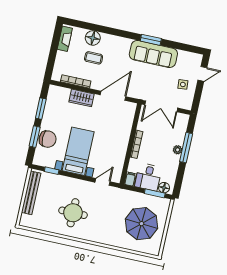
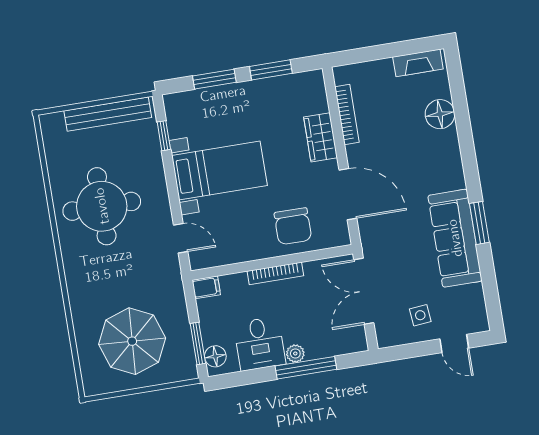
coffee table: (94, 58) -> (404, 130), removed
chair: (48, 139) -> (293, 226), moved
desk: (148, 177) -> (260, 344), moved, turned -90
round table: (73, 213) -> (102, 206), width x1.36, depth x1.36

